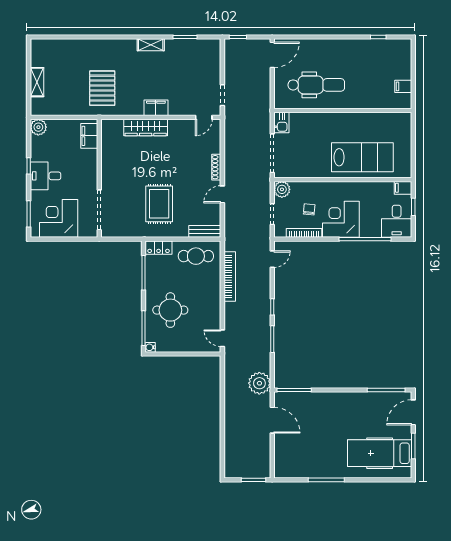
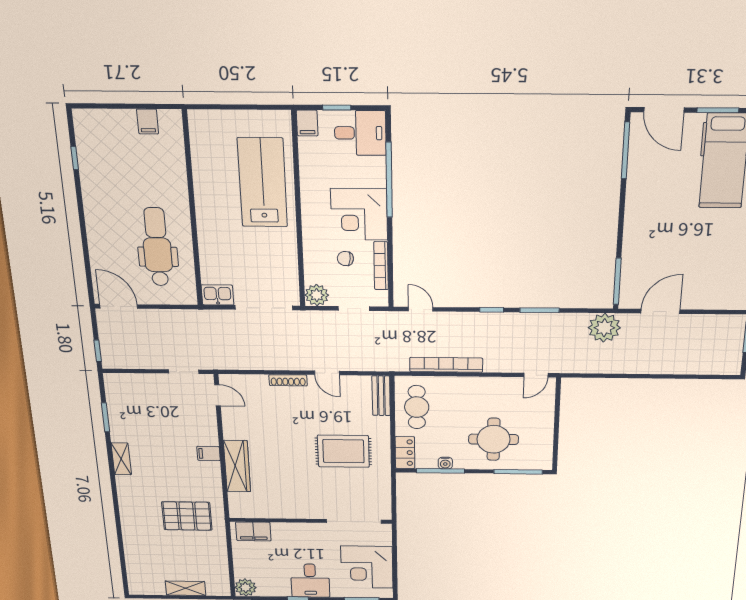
filing cabinet: (156, 108) -> (209, 453), width x0.50
water cooler: (150, 347) -> (445, 463), moved

